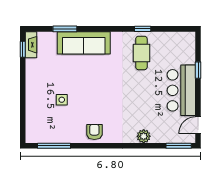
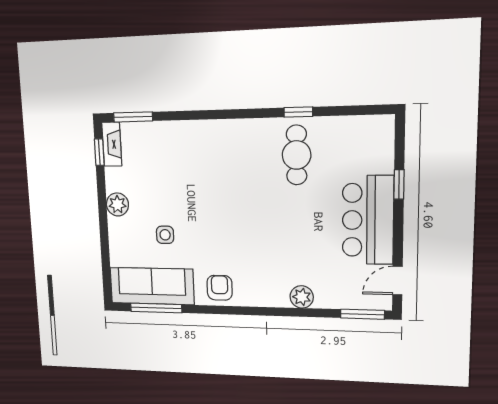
window: (65, 29) -> (133, 117), moved
sofa: (84, 43) -> (152, 286), moved, turned 180
plant: (32, 81) -> (117, 204), added

